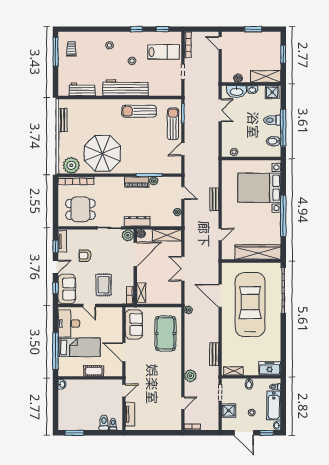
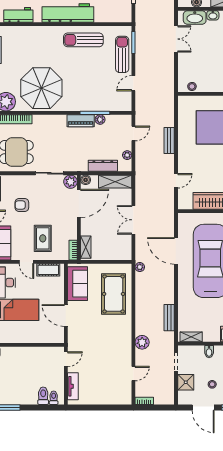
door: (183, 193) -> (133, 133), hinge flipped
dresser: (137, 221) -> (103, 166), moved
cot: (94, 371) -> (48, 270), moved

